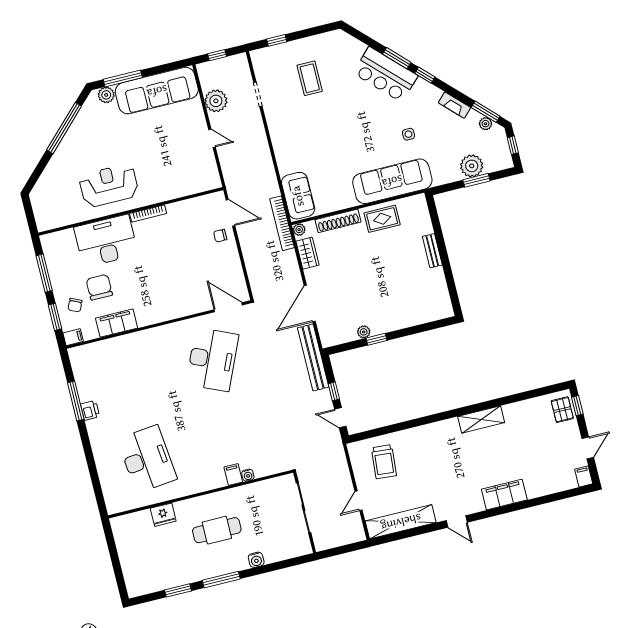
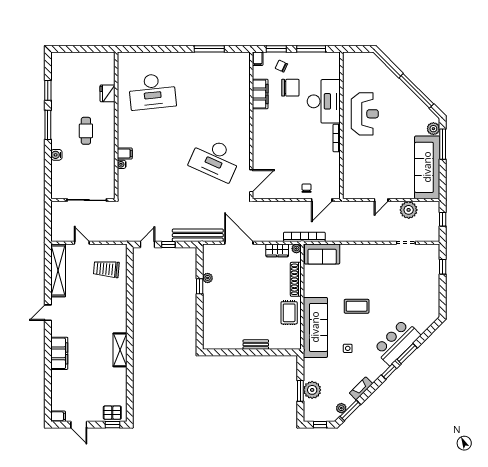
coffee table: (310, 78) -> (357, 306), moved
printer: (90, 410) -> (200, 58), removed
cafe table: (217, 530) -> (86, 131), width x0.73, depth x0.74

